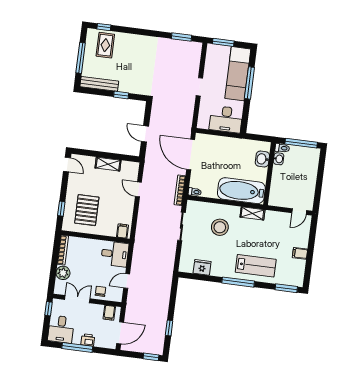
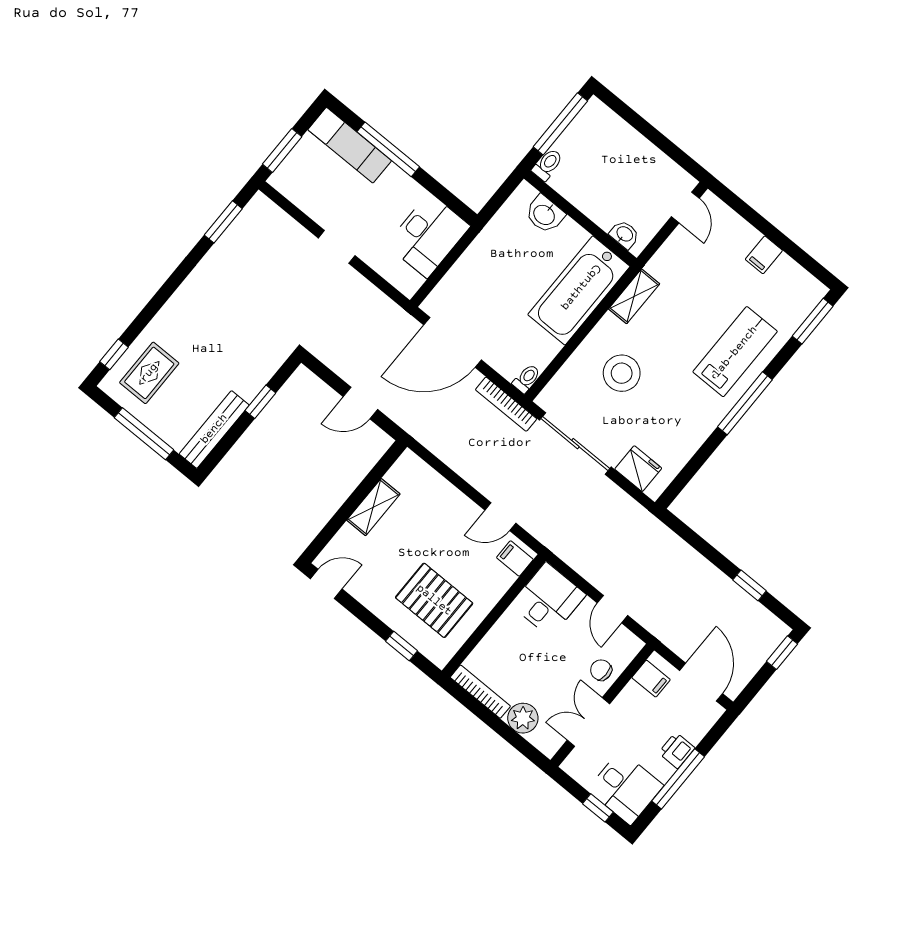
rug: (105, 45) -> (149, 373), turned 90
exam couch: (238, 74) -> (350, 145), width x0.73, depth x0.69
washbasin: (279, 159) -> (624, 234), moved
door: (138, 189) -> (500, 517), moved
sliding door: (181, 226) -> (575, 444), width x1.37
fridge: (202, 267) -> (638, 469), moved, turned 90
window: (48, 309) -> (598, 808), moved

